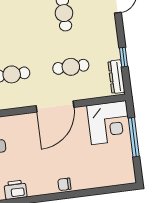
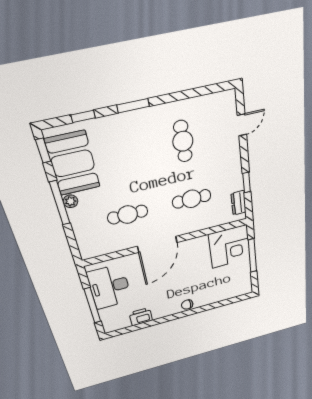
dresser: (116, 77) -> (239, 203), width x0.70
door: (55, 106) -> (157, 244), moved

